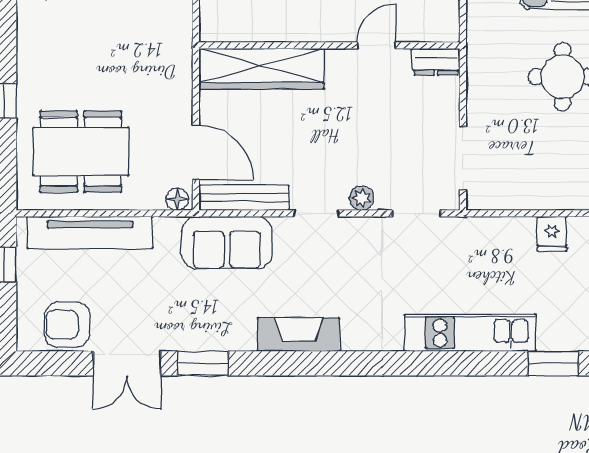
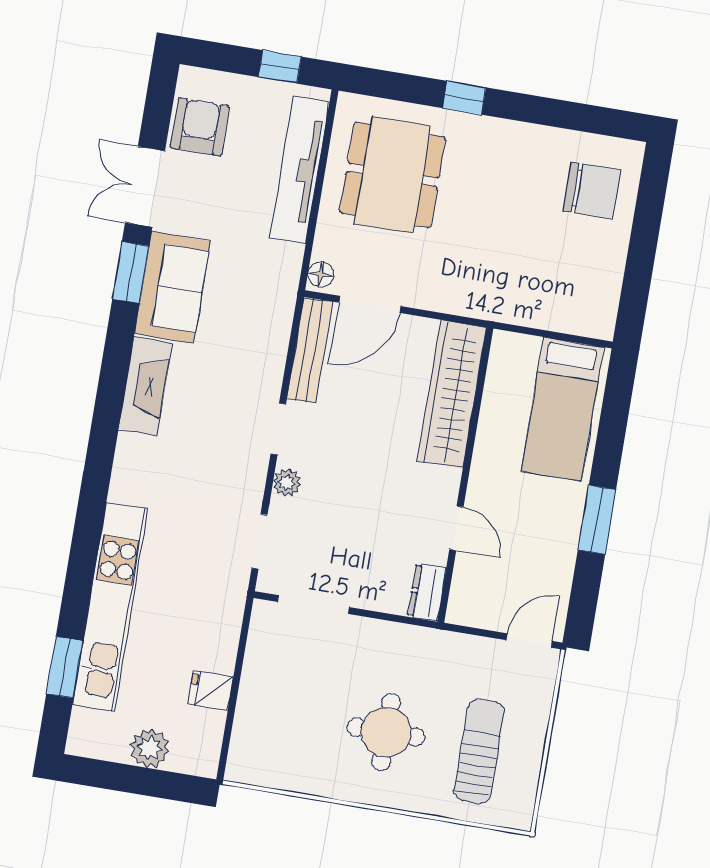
sofa: (227, 243) -> (172, 287), moved, turned 180
kitchen unit: (470, 333) -> (110, 607), width x1.36

